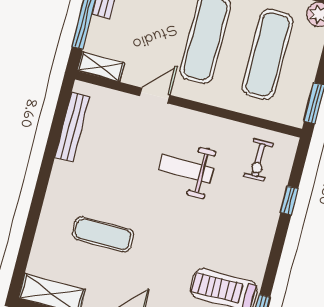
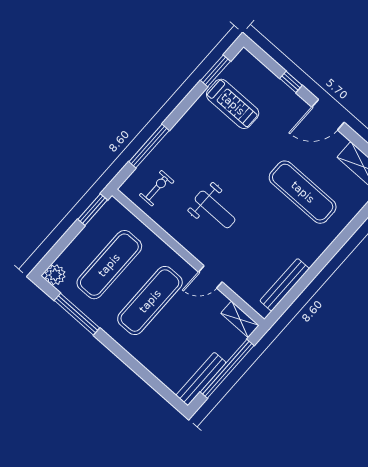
window: (289, 200) -> (149, 146), width x2.17
exercise mat: (103, 234) -> (303, 192), width x1.36, depth x1.45

